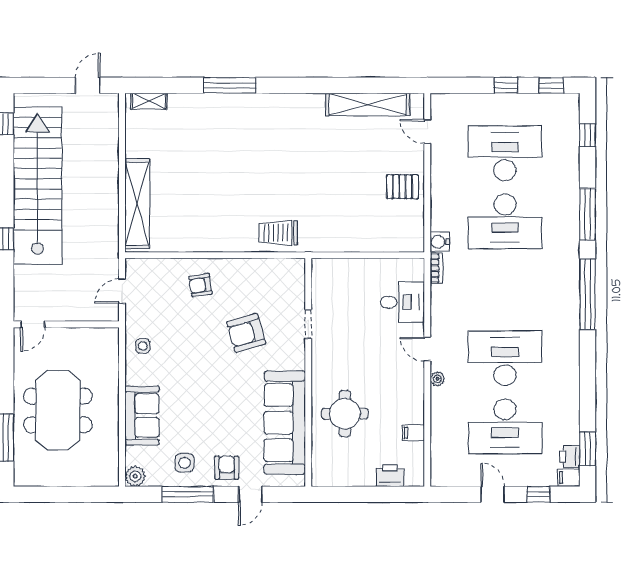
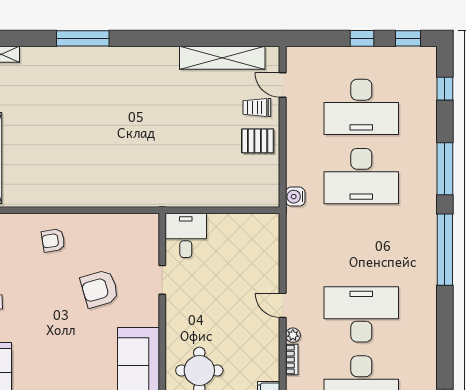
desk: (505, 153) -> (361, 107), turned 180
trolley: (278, 233) -> (257, 108), moved, width x0.73, depth x0.72
bookcase: (436, 268) -> (292, 360), moved
desk: (402, 302) -> (186, 235), moved, turned -90

